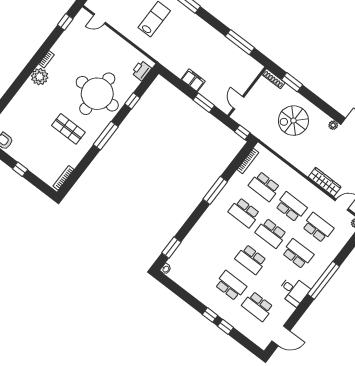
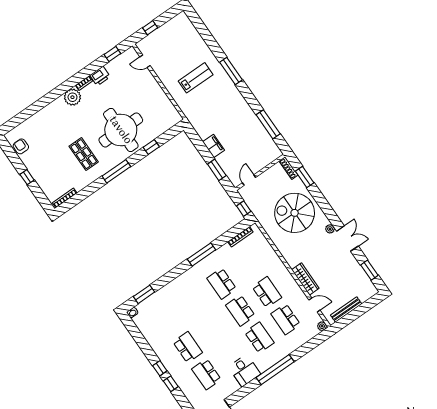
printer: (141, 71) -> (100, 76), moved, turned 180
spiral stairs: (293, 121) -> (295, 213), width x1.37, depth x1.37
school desk: (264, 186) -> (248, 265), removed
school desk: (318, 228) -> (286, 319), turned 180
school desk: (251, 259) -> (214, 329), removed

